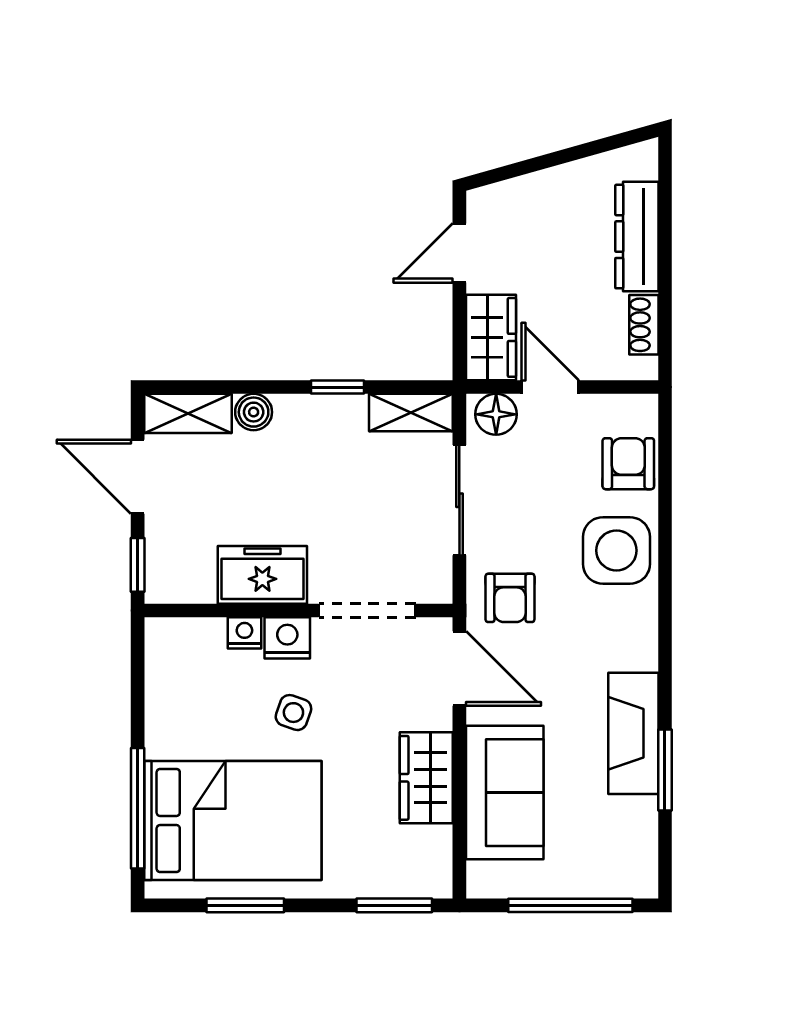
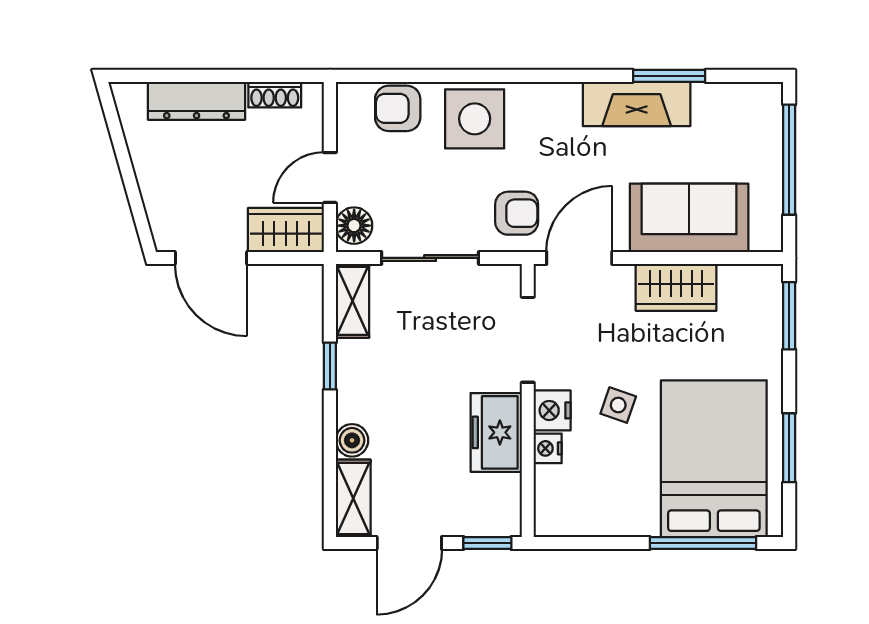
door: (459, 253) -> (211, 258), width x1.38

